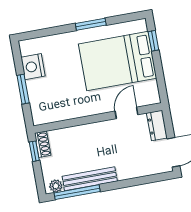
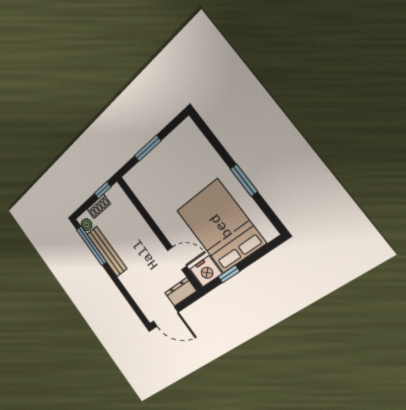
window: (153, 41) -> (229, 274), moved
nightstand: (33, 67) -> (206, 271), moved, turned 180
shoe rack: (43, 144) -> (99, 206), moved

